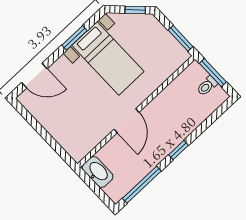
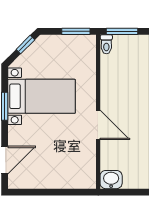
toilet: (207, 86) -> (106, 44), moved
washbasin: (98, 172) -> (111, 180), width x0.72

